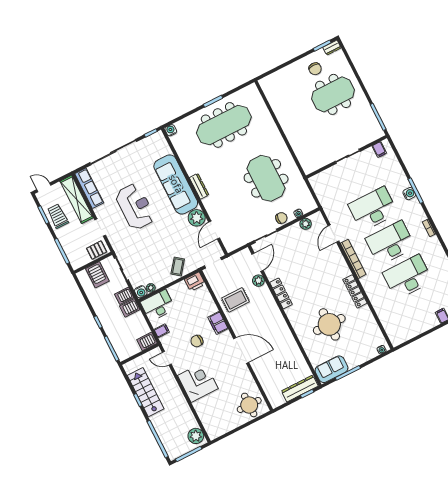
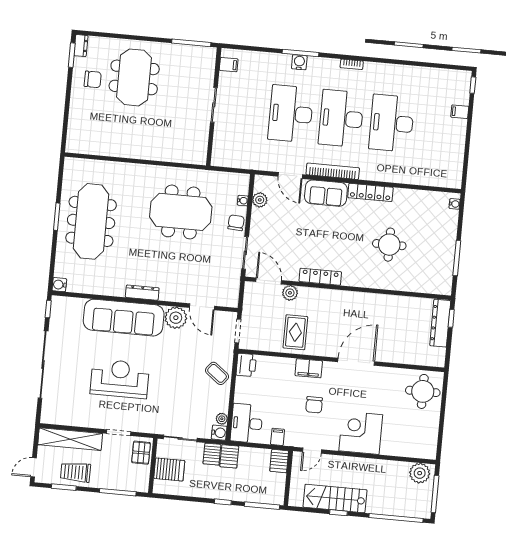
row of seats: (89, 188) -> (67, 417), removed
round table: (329, 324) -> (389, 245), width x0.73, depth x0.73
sofa: (331, 369) -> (326, 193), moved, turned -90

